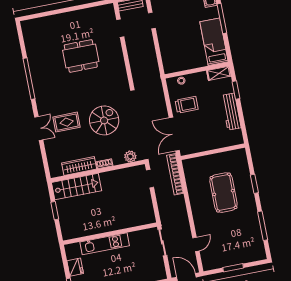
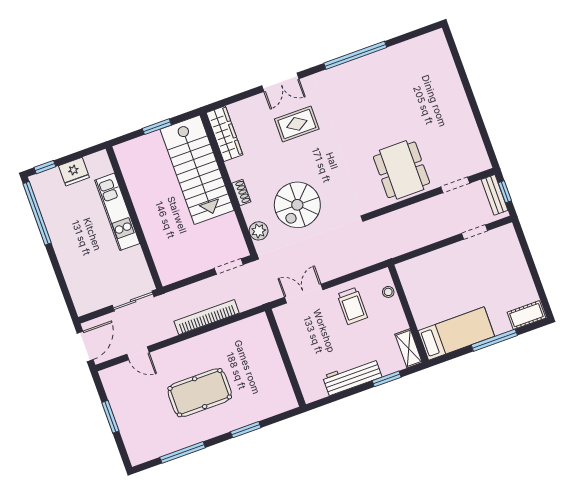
dining table: (81, 56) -> (402, 170), moved
spiral stairs: (104, 120) -> (297, 205), moved, turned 90
rug: (67, 122) -> (297, 124), turned 90
double door: (174, 134) -> (304, 294), width x0.73
wardrobe: (79, 166) -> (225, 134), moved
bookcase: (175, 174) -> (207, 317), moved
stairs: (77, 187) -> (197, 170), width x1.36, depth x1.51
pool table: (223, 193) -> (200, 393), moved

